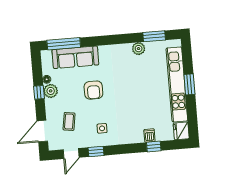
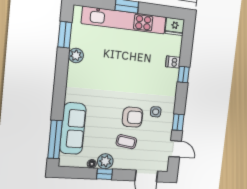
armchair: (93, 90) -> (132, 117), moved
coffee table: (69, 121) -> (126, 142), moved
window: (154, 147) -> (184, 75), moved

